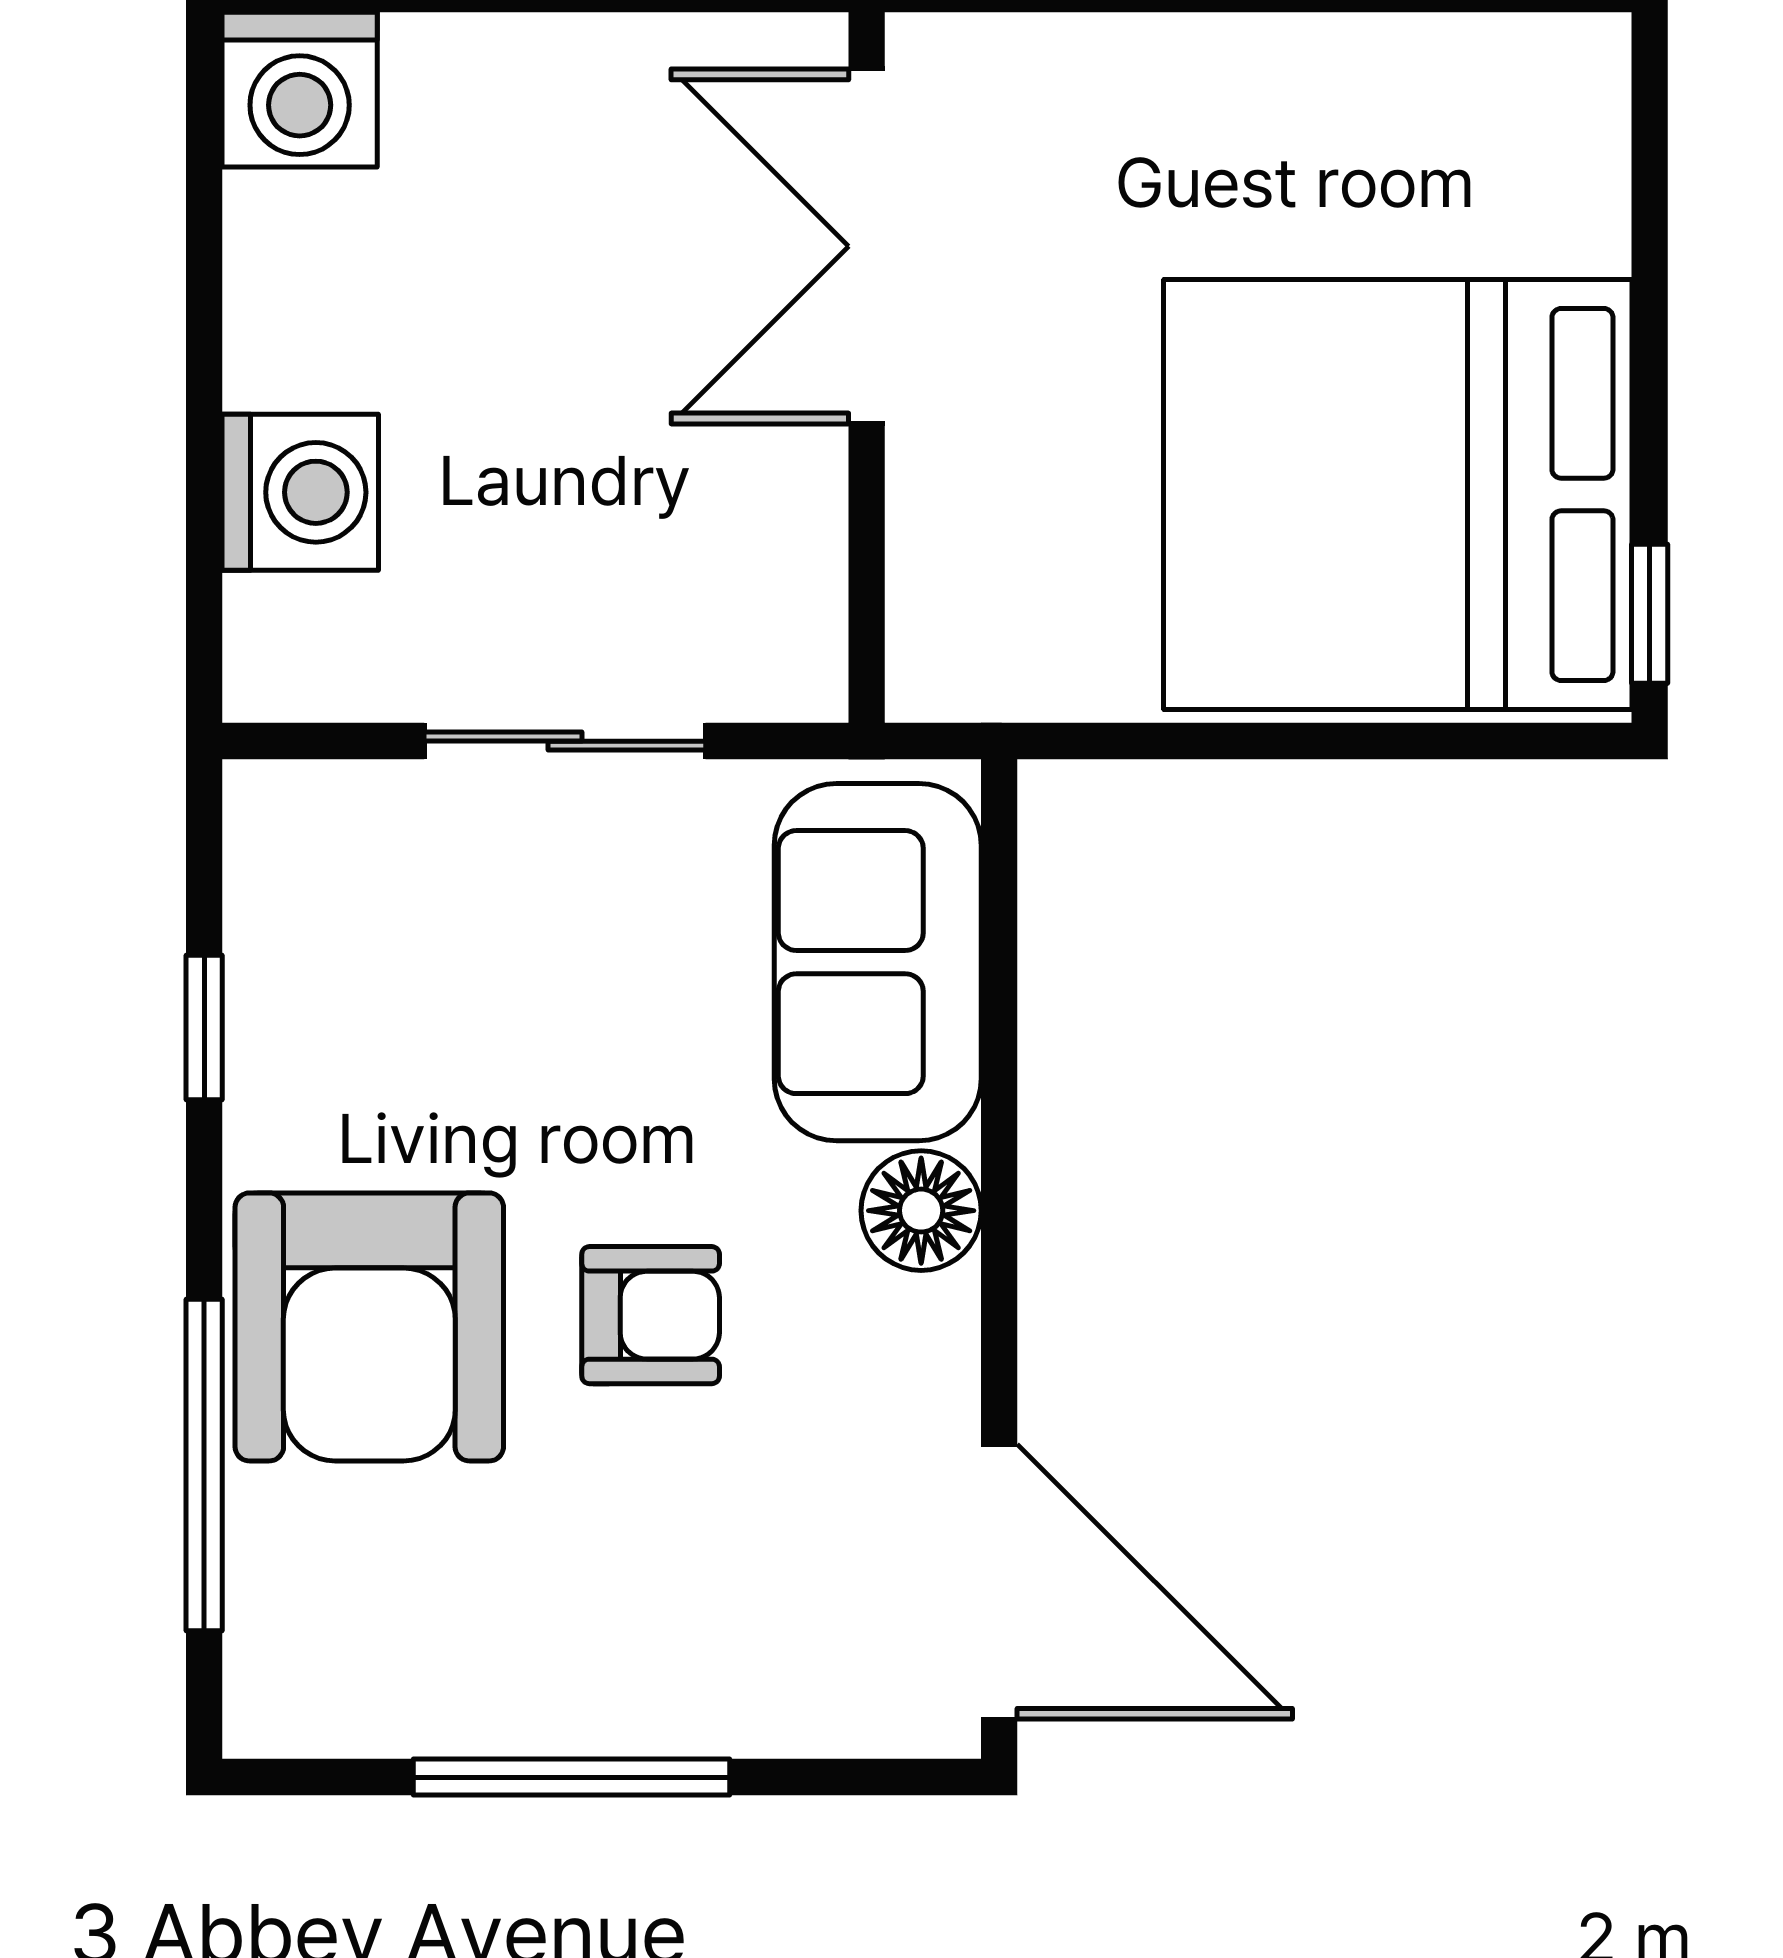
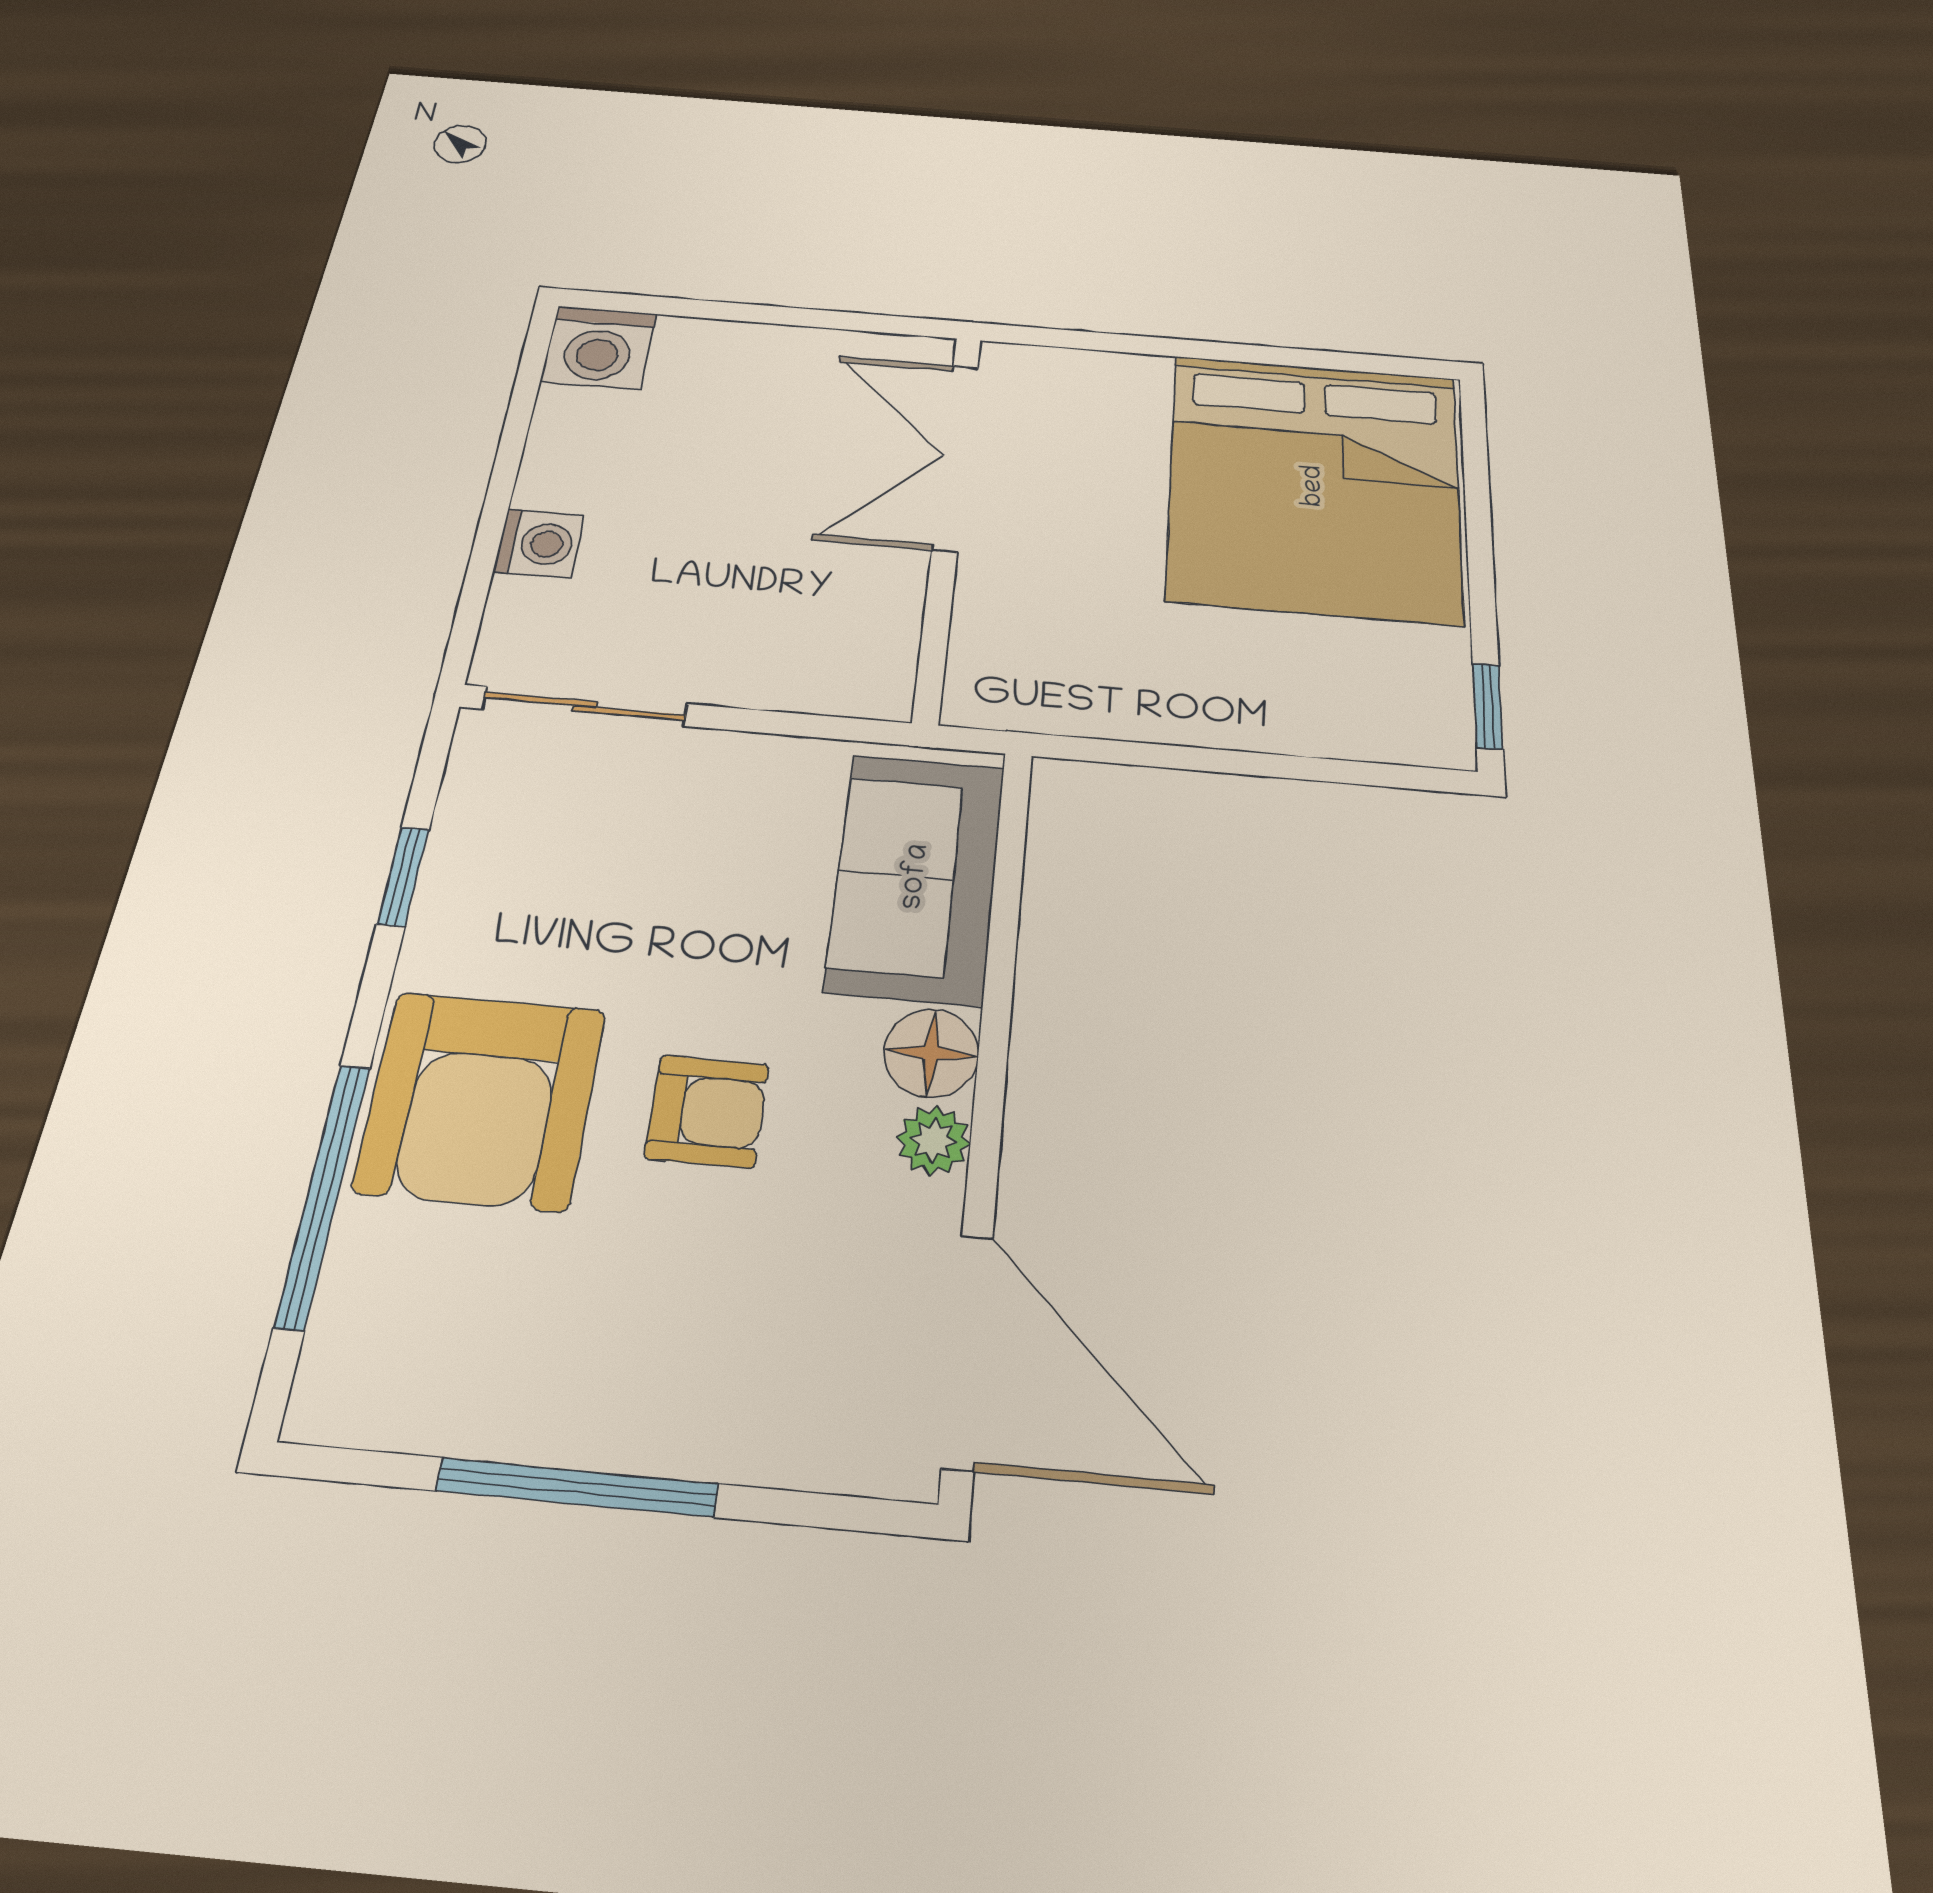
washing machine: (300, 492) -> (539, 543), width x0.73, depth x0.73
bed: (1398, 495) -> (1314, 486), moved, turned -90
sliding door: (565, 741) -> (585, 706), moved
plant: (935, 1326) -> (933, 1140), added

